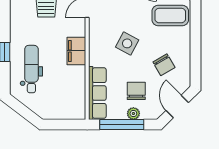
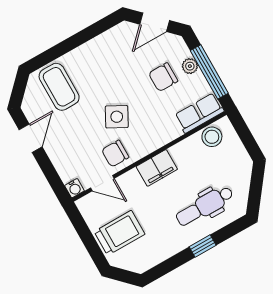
chair: (164, 65) -> (115, 154), moved, turned -150
row of seats: (97, 93) -> (199, 113), width x0.68
stool: (76, 101) -> (212, 137), added

